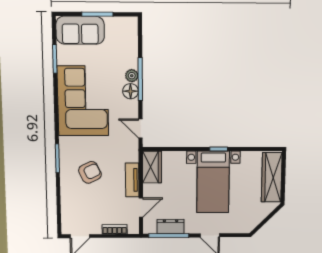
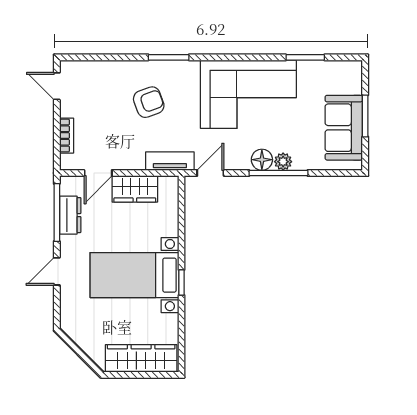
sofa: (80, 30) -> (344, 128), moved
wardrobe: (152, 167) -> (135, 189), moved
armchair: (90, 172) -> (149, 102), turned -84
tv unit: (132, 180) -> (170, 161), moved
door: (141, 208) -> (98, 173), hinge flipped

